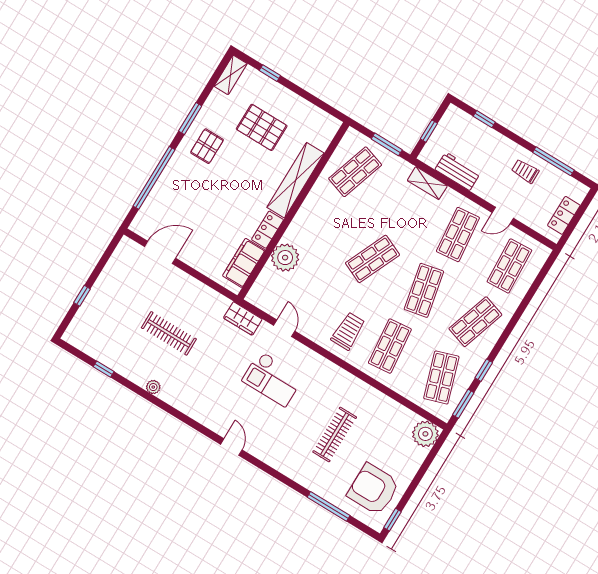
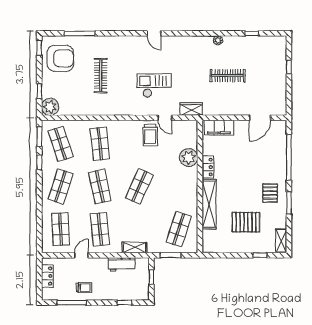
filing cabinet: (244, 263) -> (219, 128), moved, turned 90
trolley: (348, 331) -> (150, 135), moved
window: (427, 463) -> (39, 91), added

